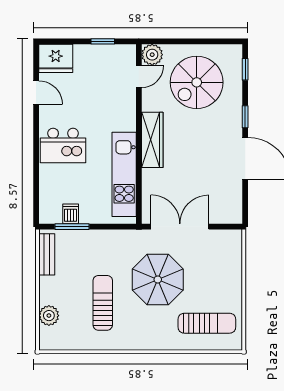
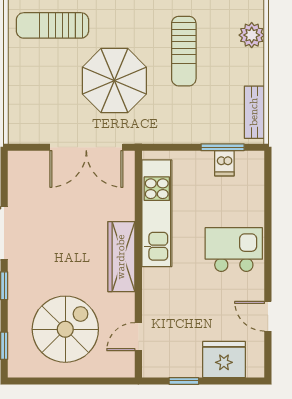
plant: (152, 55) -> (121, 364), removed
fridge: (56, 58) -> (224, 359), moved

